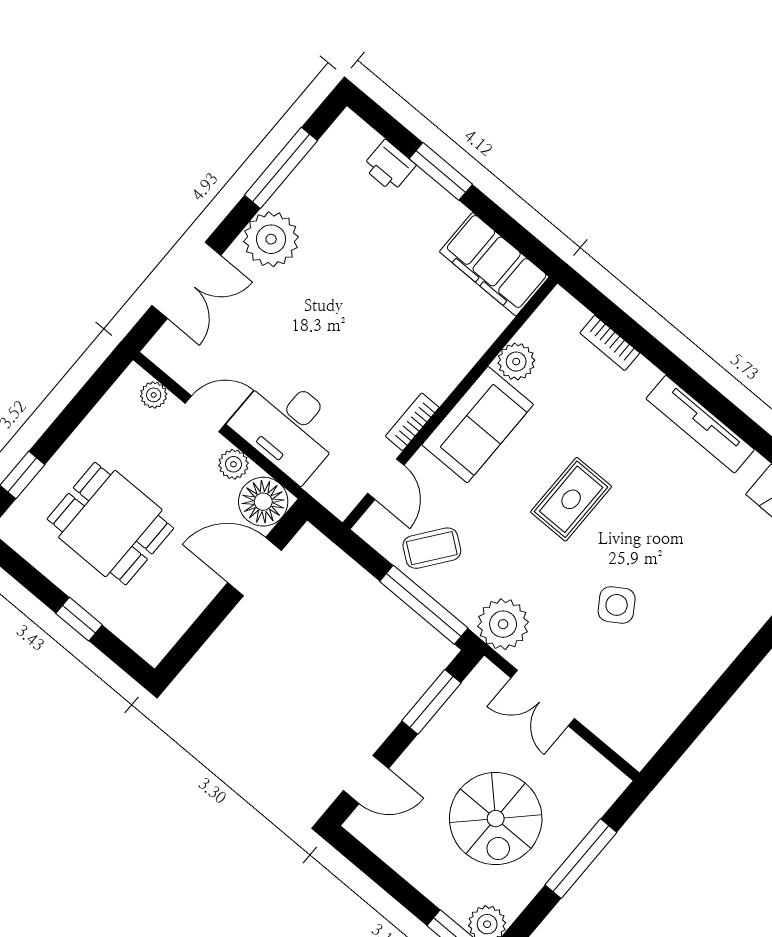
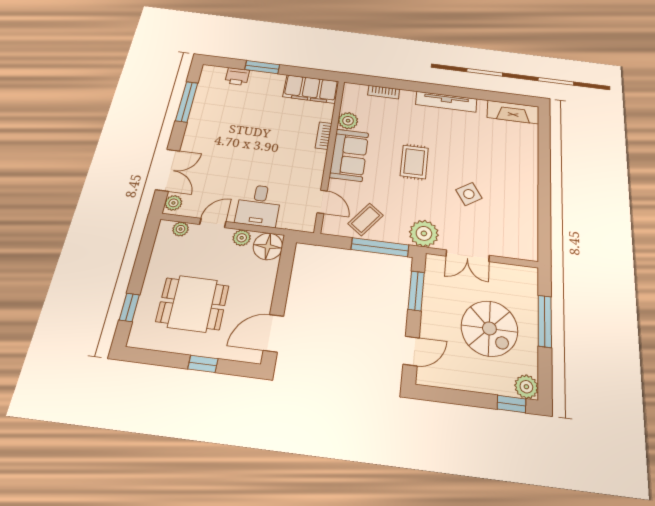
plant: (271, 239) -> (173, 203), moved, width x0.53, depth x0.53
bookcase: (412, 422) -> (324, 136), moved
desk: (288, 426) -> (259, 205), width x0.73
door: (254, 567) -> (273, 333), moved

